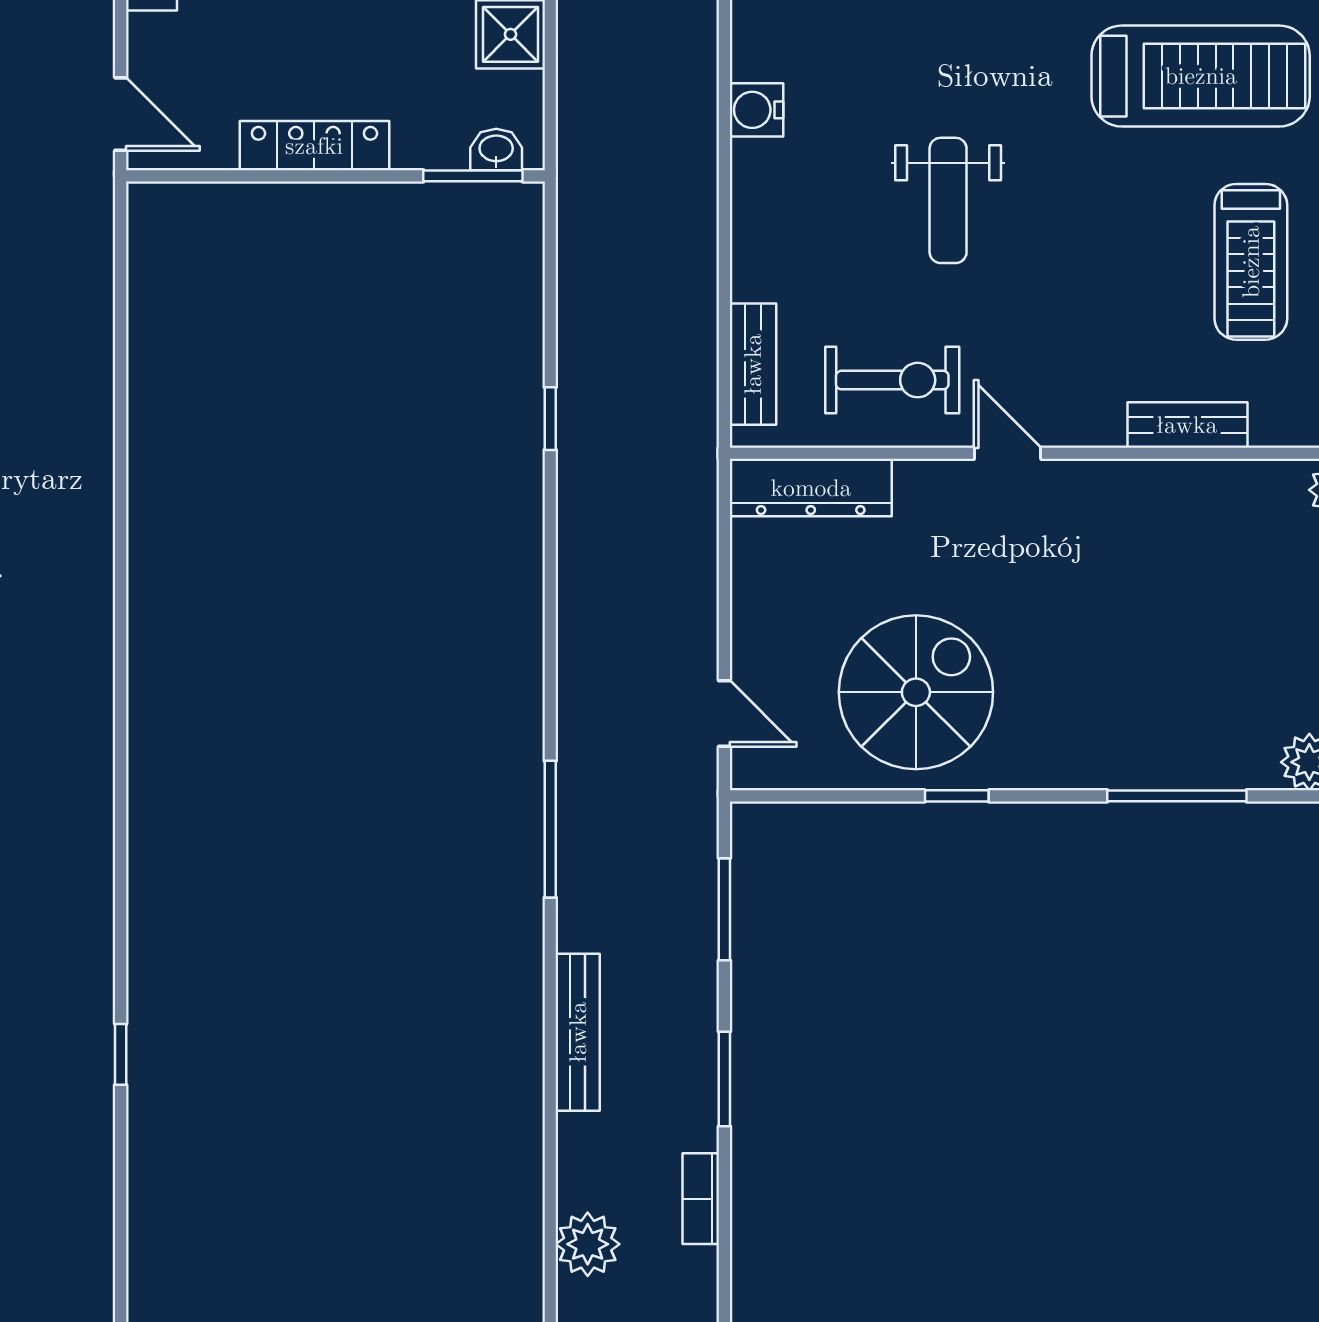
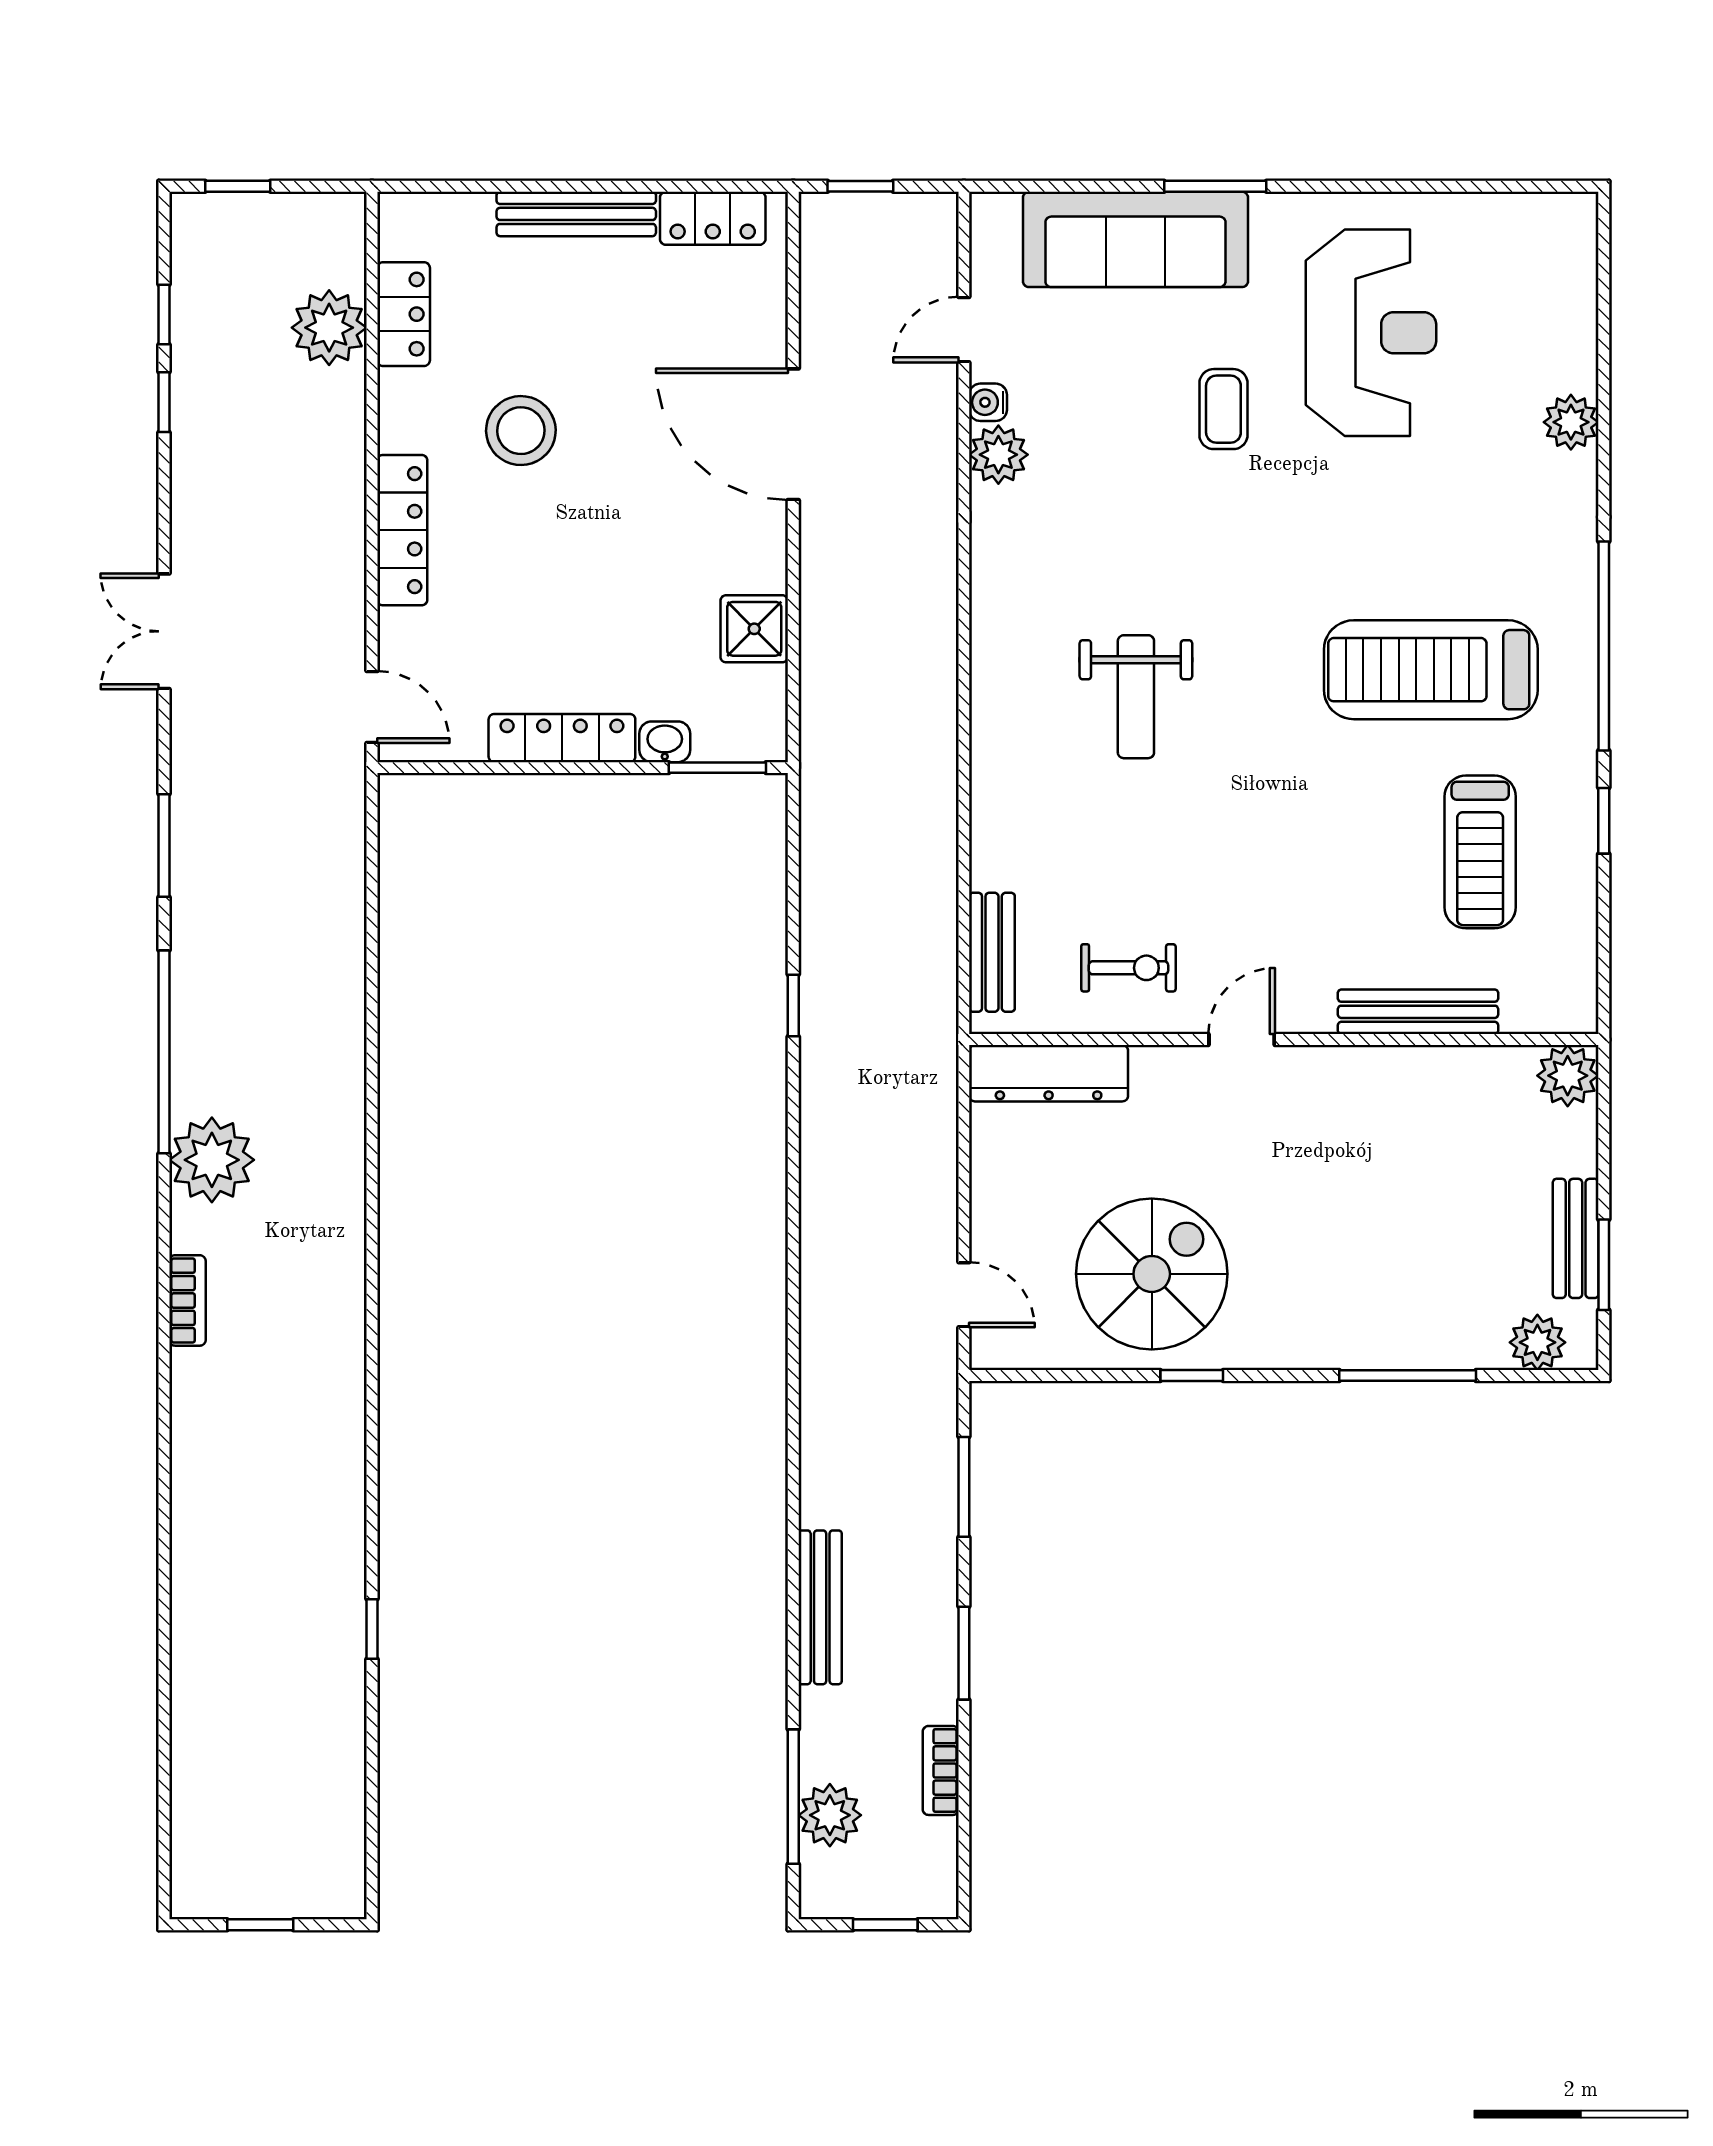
treadmill: (1201, 76) -> (1431, 670), turned 180
water cooler: (756, 110) -> (995, 703), removed
washbasin: (496, 150) -> (665, 742), moved
weight bench: (948, 200) -> (1136, 697), moved
exercise bike: (892, 380) -> (1129, 968), width x0.73, depth x0.72
bench: (1187, 425) -> (1418, 1012), width x1.36
door: (1008, 453) -> (1242, 1040), hinge flipped
window: (550, 829) -> (793, 1797), moved

